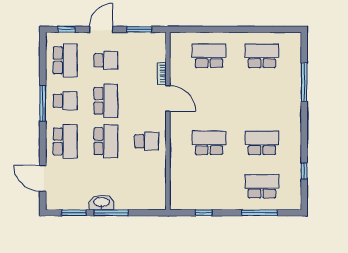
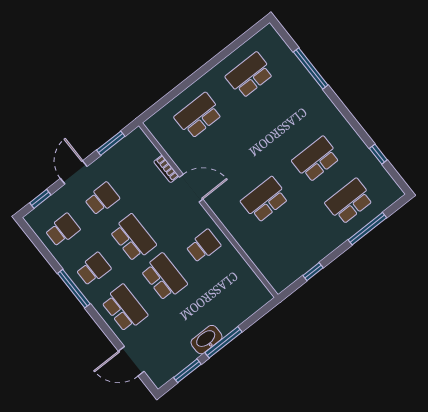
school desk: (65, 60) -> (63, 230), width x0.54

